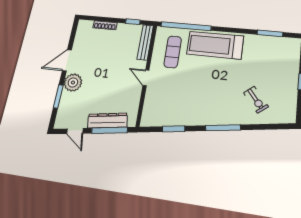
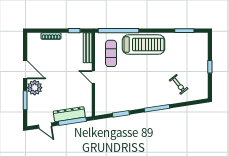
treadmill: (215, 45) -> (144, 44), turned 180
door: (67, 60) -> (25, 70), swing flipped

